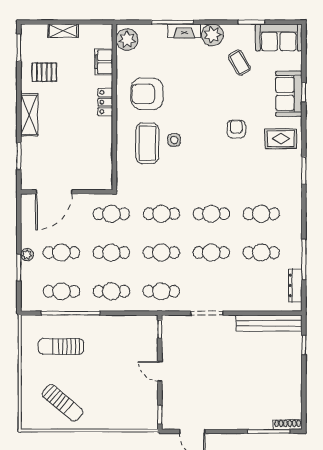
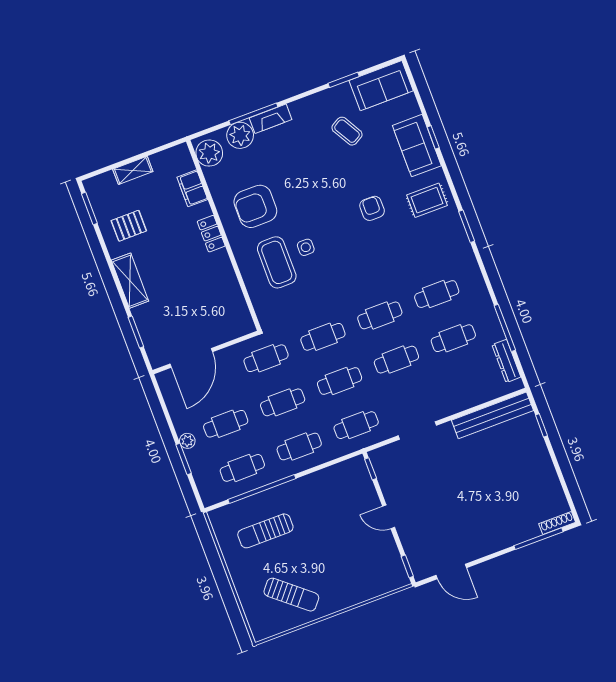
plant: (212, 35) -> (240, 135), moved

